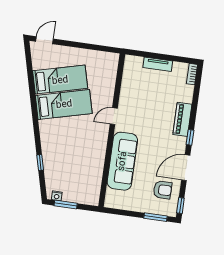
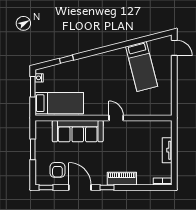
bed: (64, 104) -> (59, 103), moved, turned -76
window: (156, 217) -> (33, 149), moved

